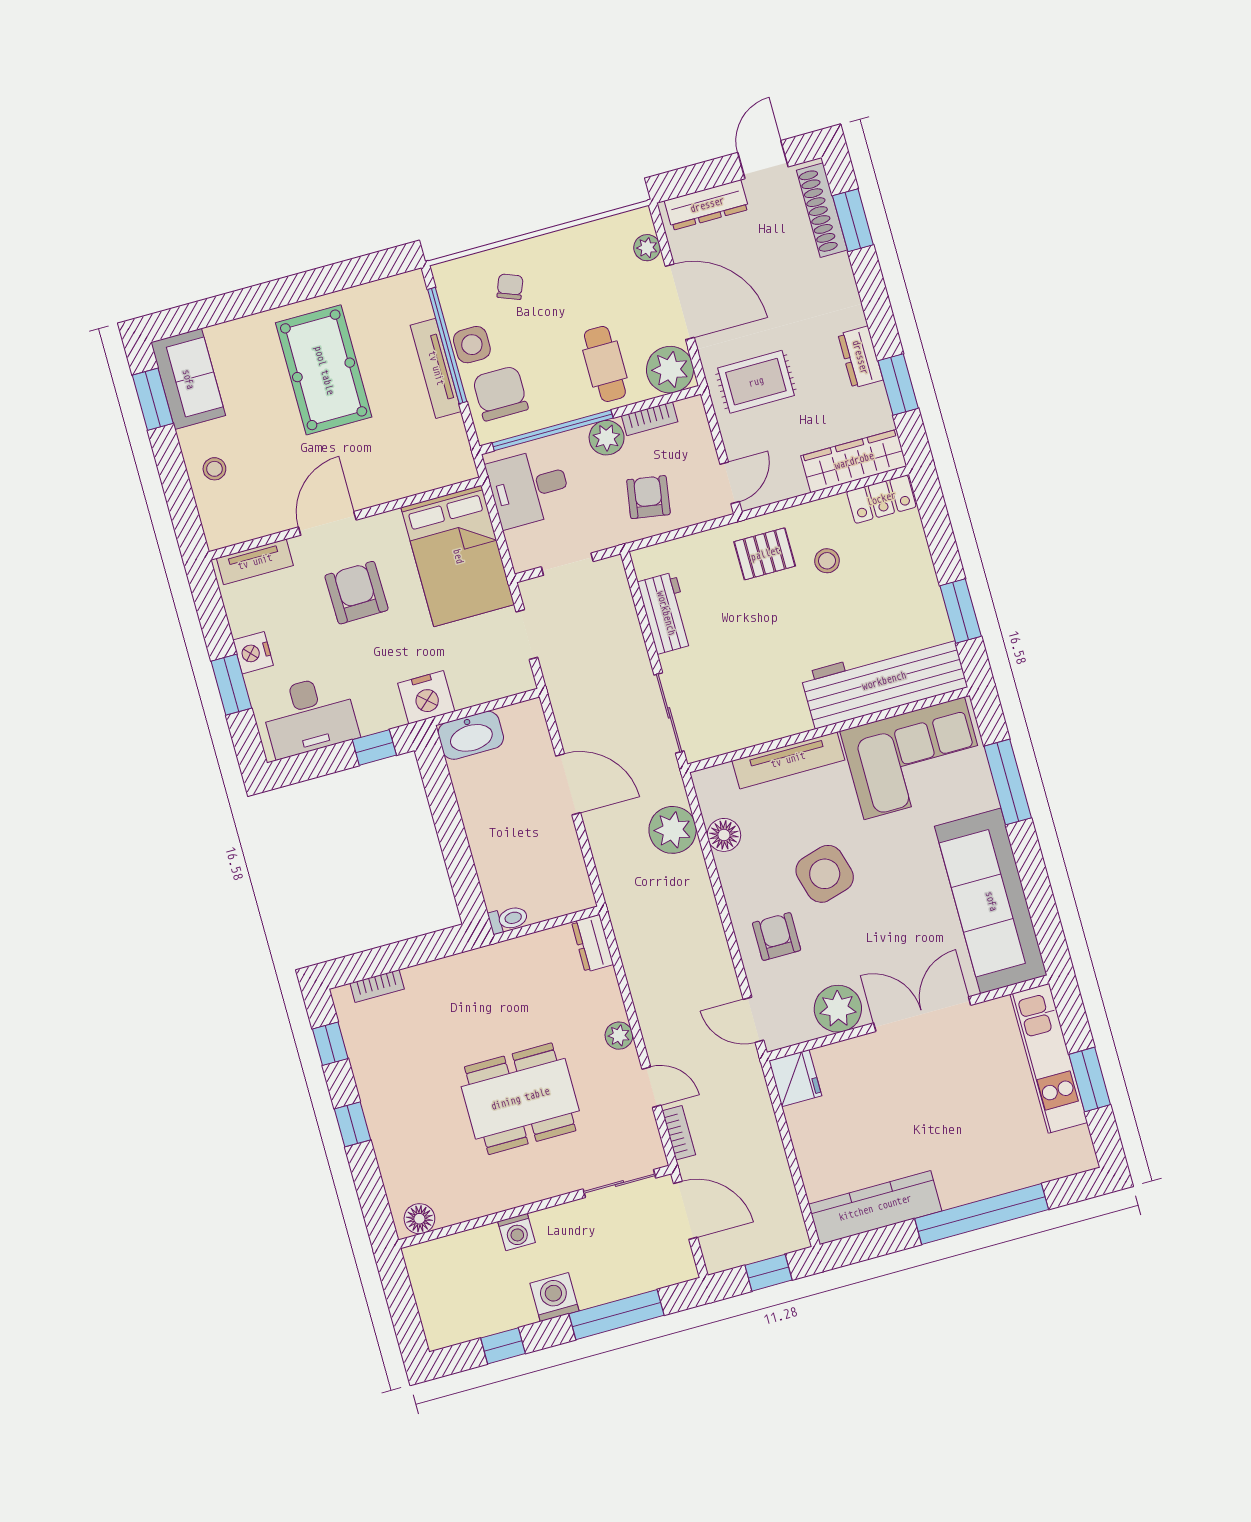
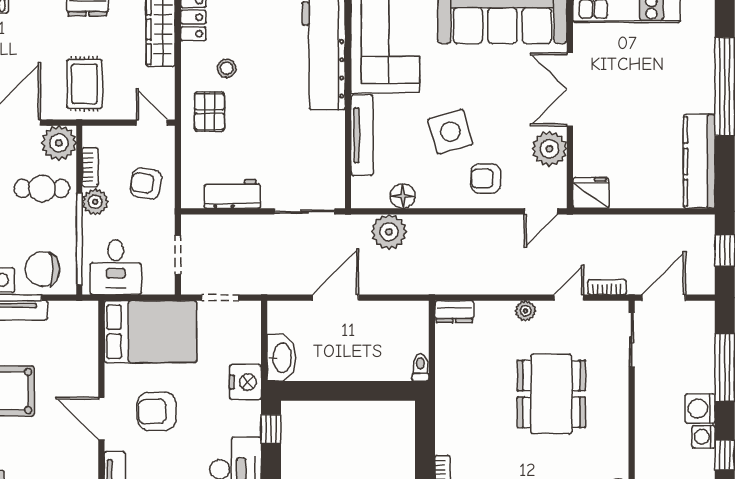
washing machine: (516, 1232) -> (704, 437), moved, turned 180

